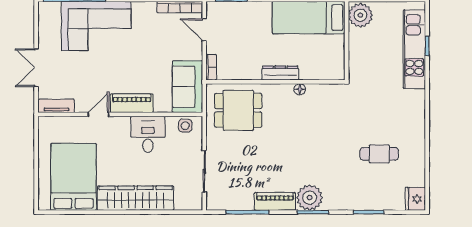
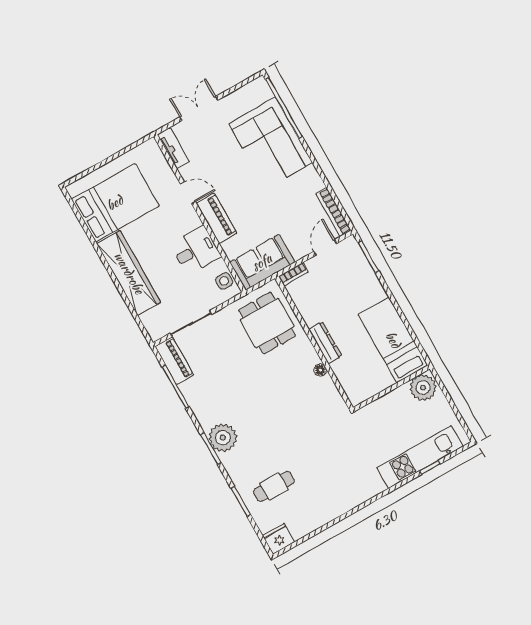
cafe table: (379, 154) -> (274, 486), moved, turned 90
piano: (275, 201) -> (174, 361), moved

